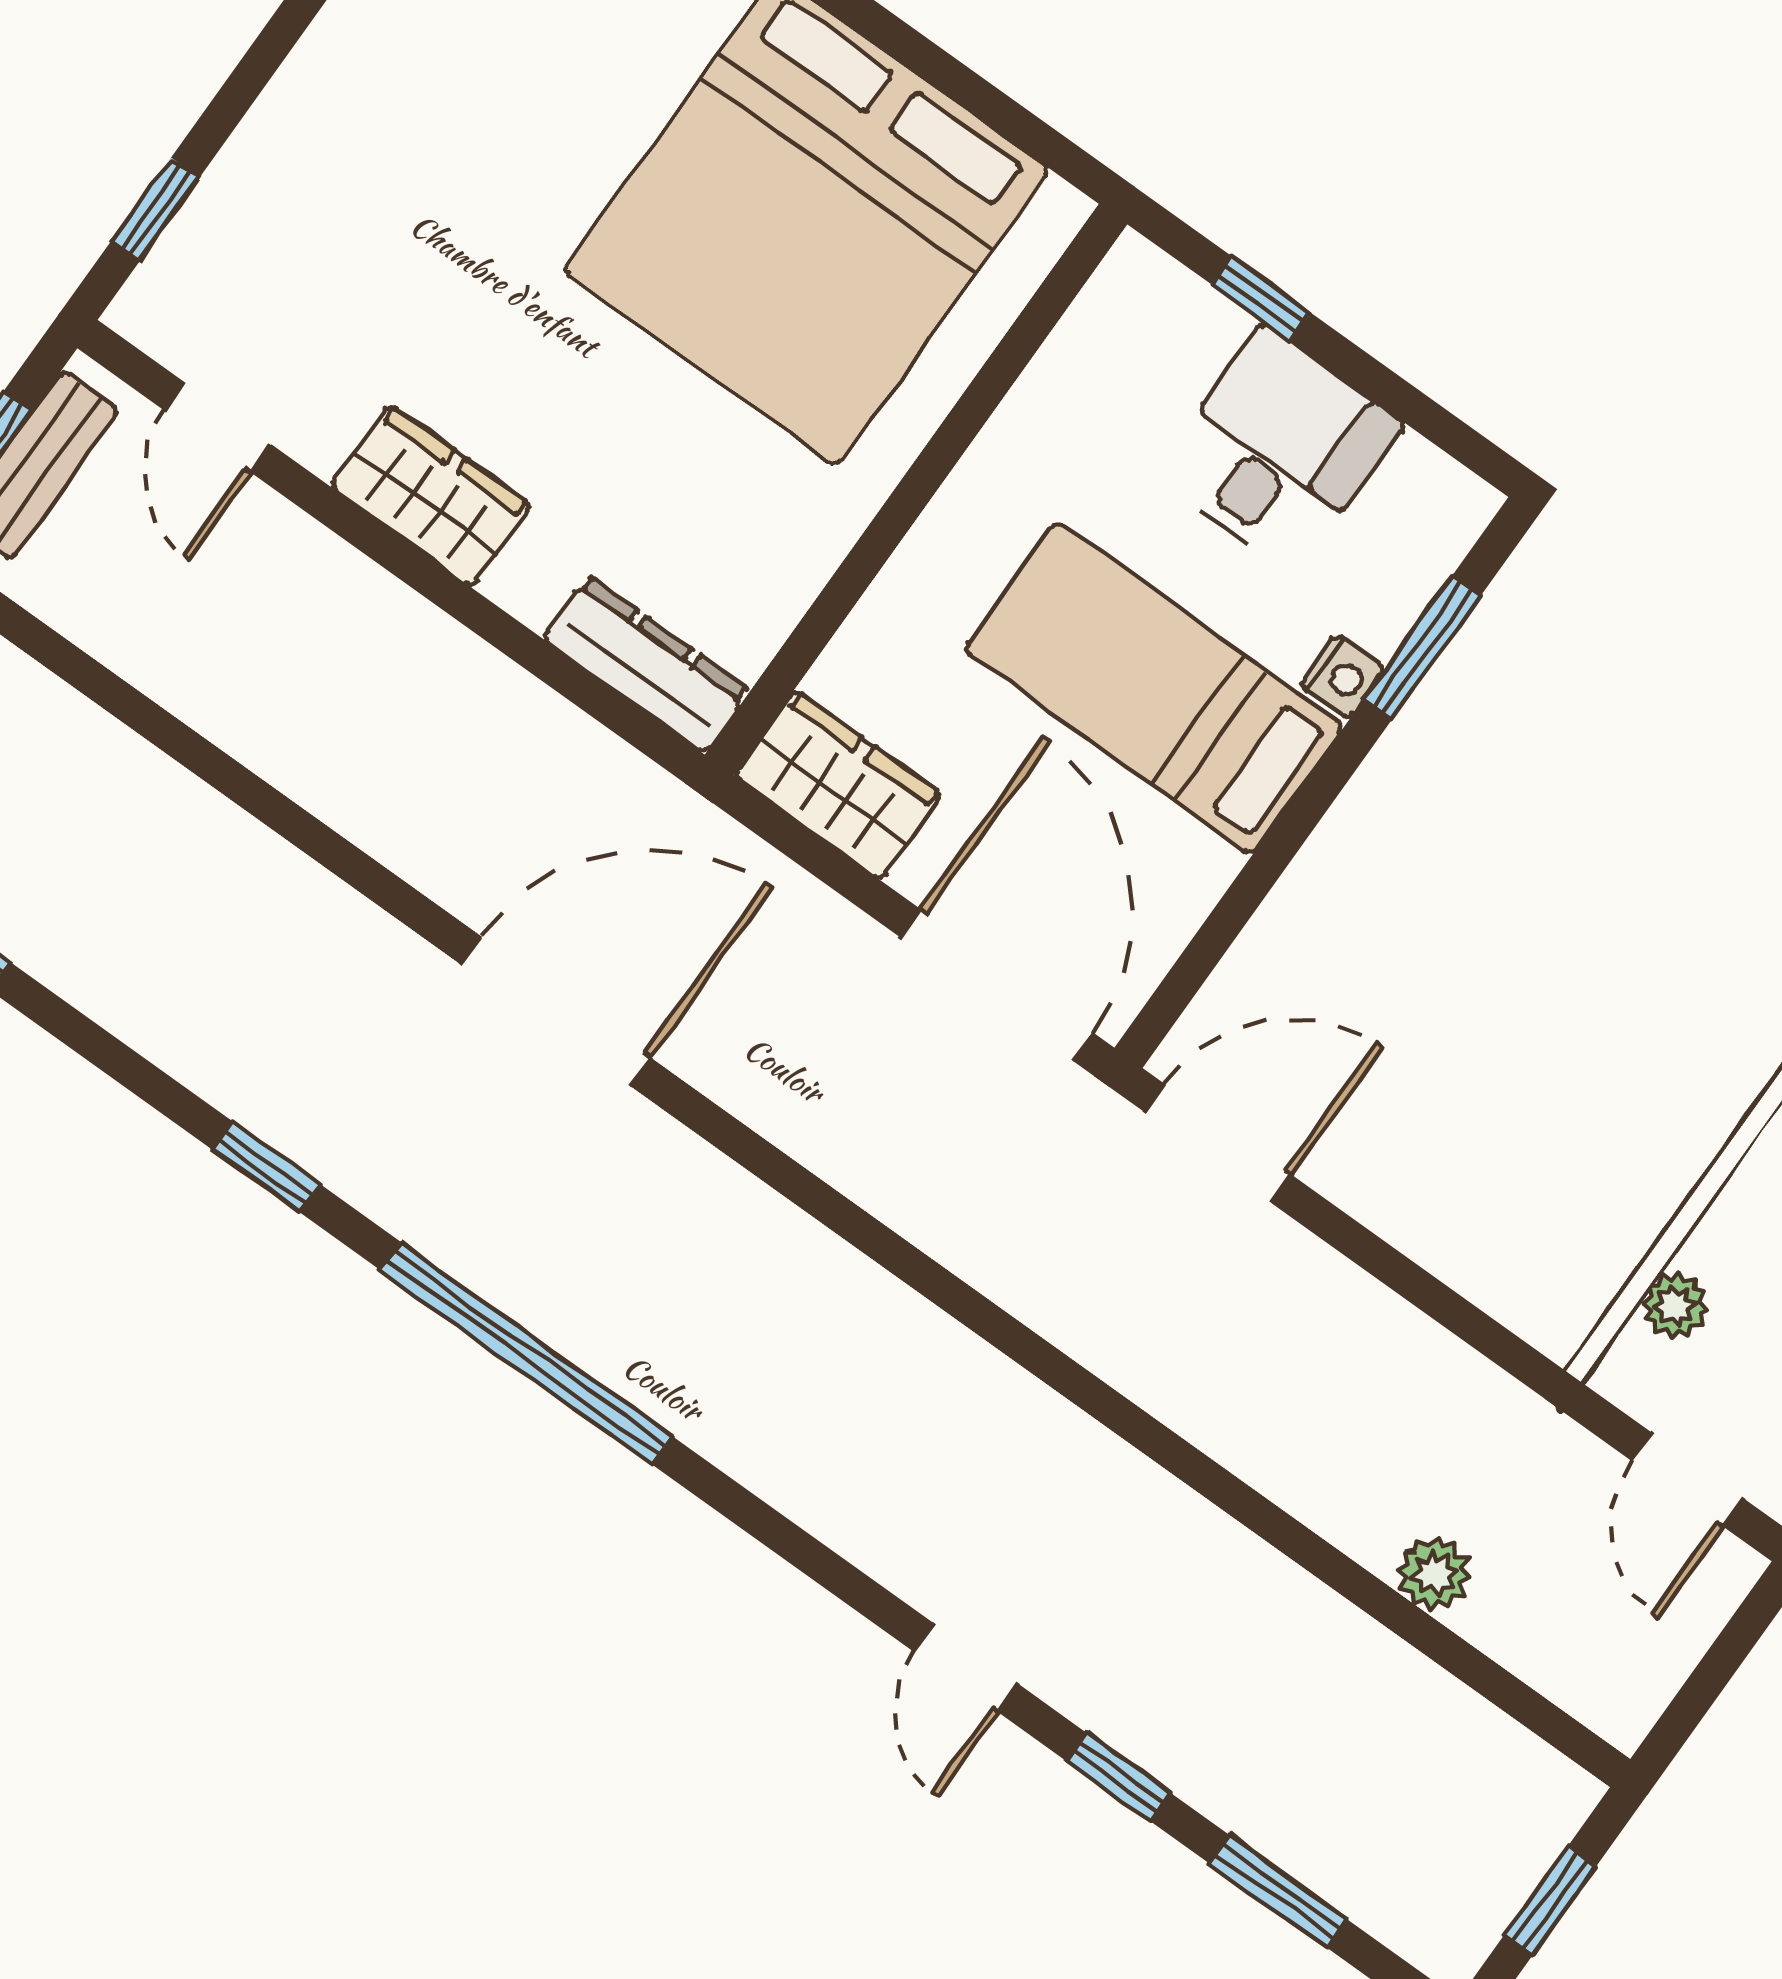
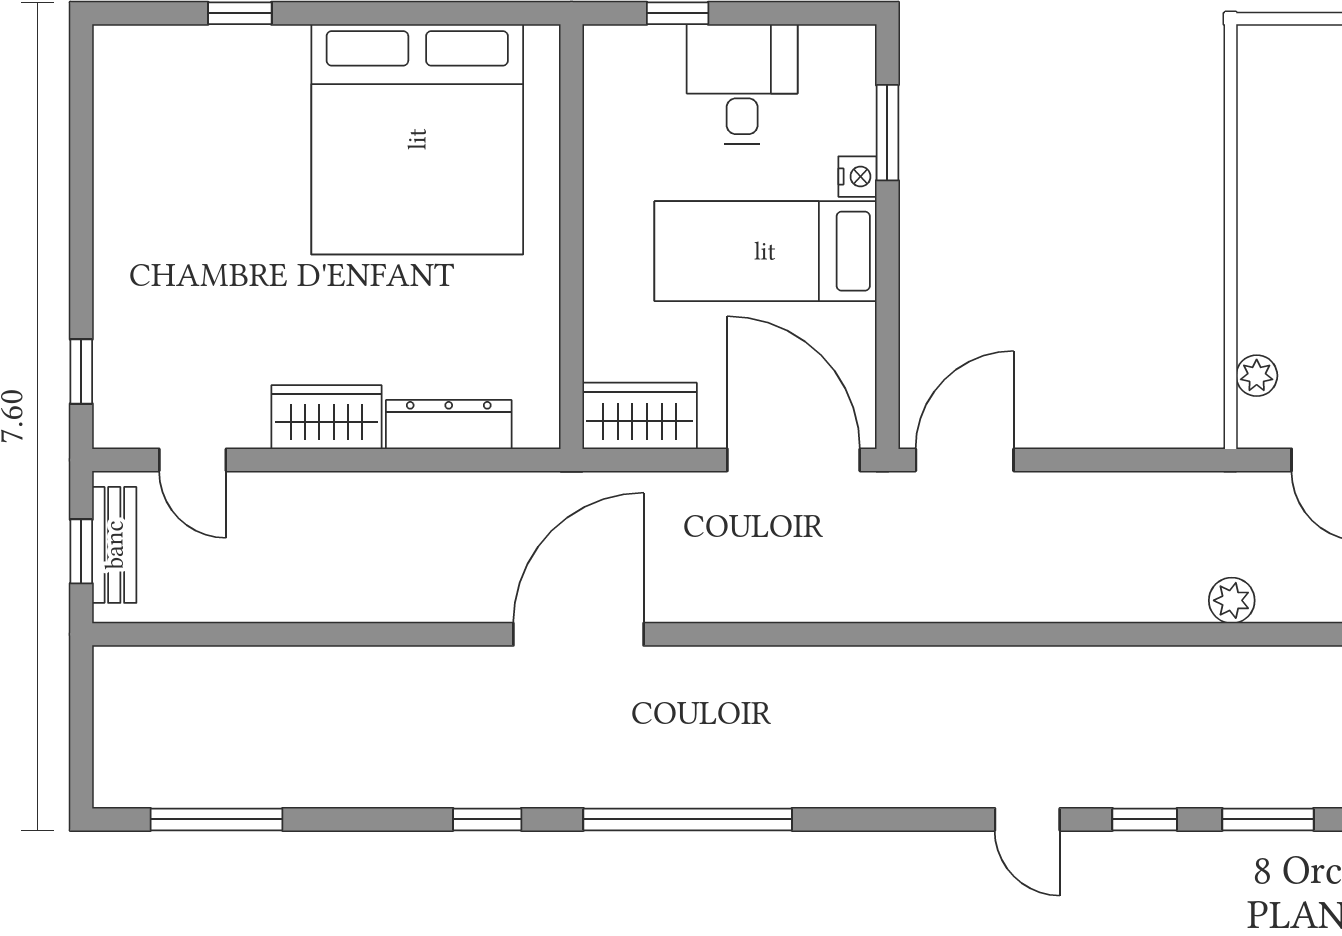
dresser: (646, 665) -> (449, 424), moved

